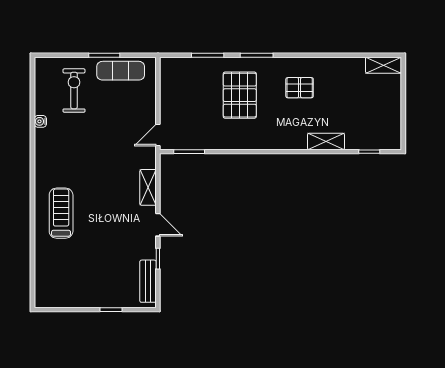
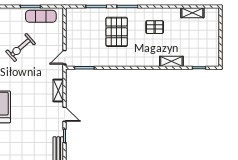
shelving: (383, 65) -> (192, 13), moved
exercise bike: (74, 90) -> (21, 48), moved, turned -131

